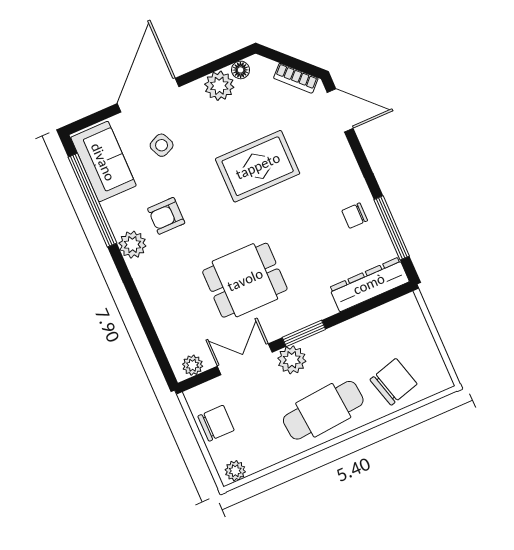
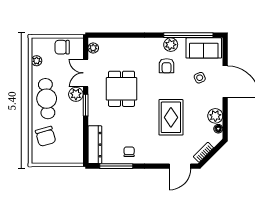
armchair: (166, 216) -> (167, 66), turned 180
plant: (132, 245) -> (171, 45), moved
double door: (245, 359) -> (86, 73), swing flipped
chair: (216, 423) -> (62, 47), turned 90
plant: (235, 471) -> (37, 61), moved

